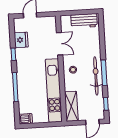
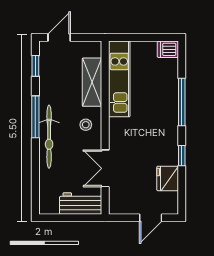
workbench: (84, 21) -> (81, 204), moved
bicycle: (96, 76) -> (49, 137), moved
kitchen unit: (54, 90) -> (119, 79), width x0.73
shelving: (71, 106) -> (92, 82), moved

